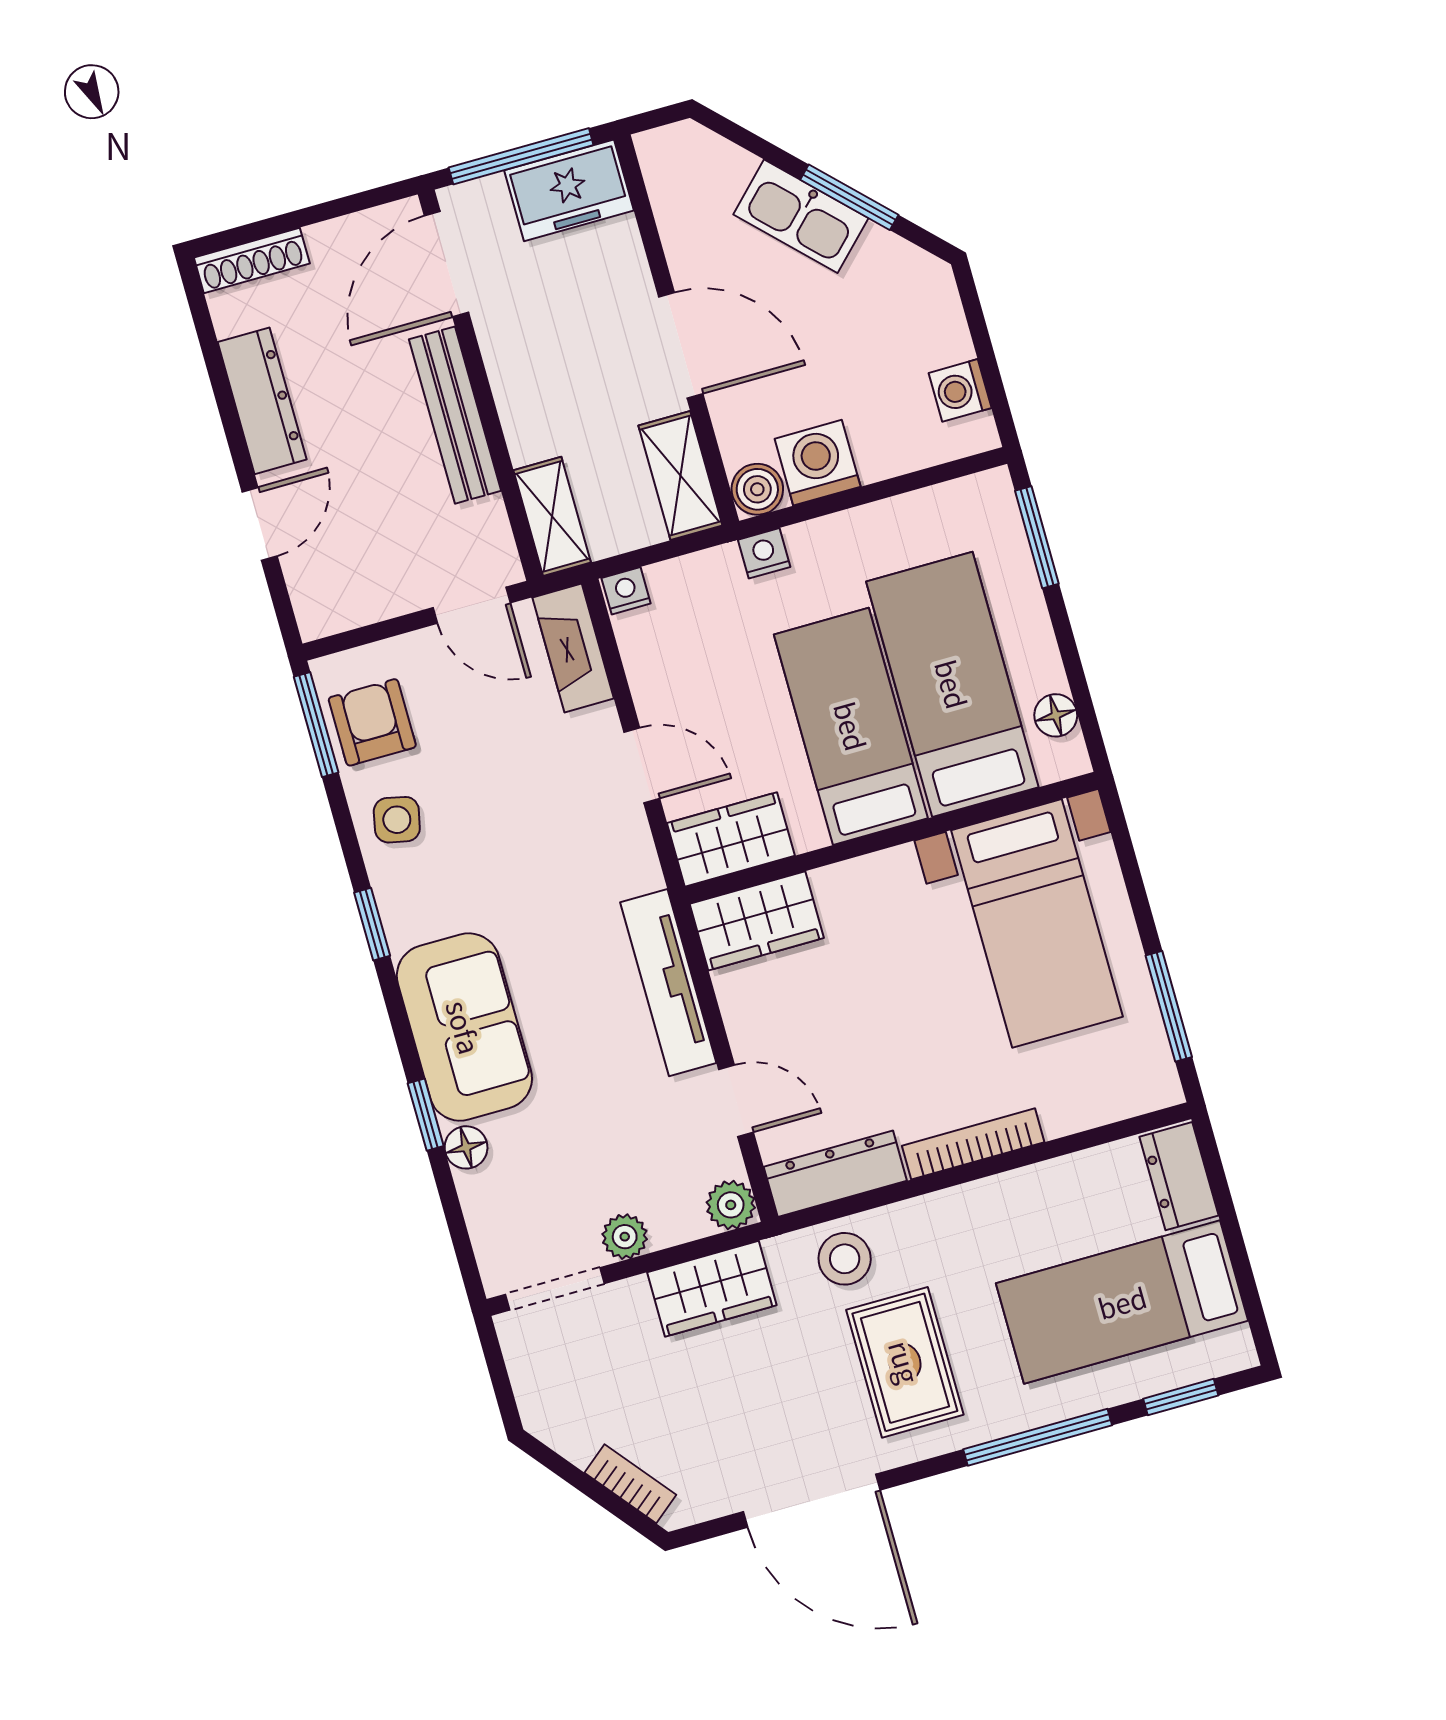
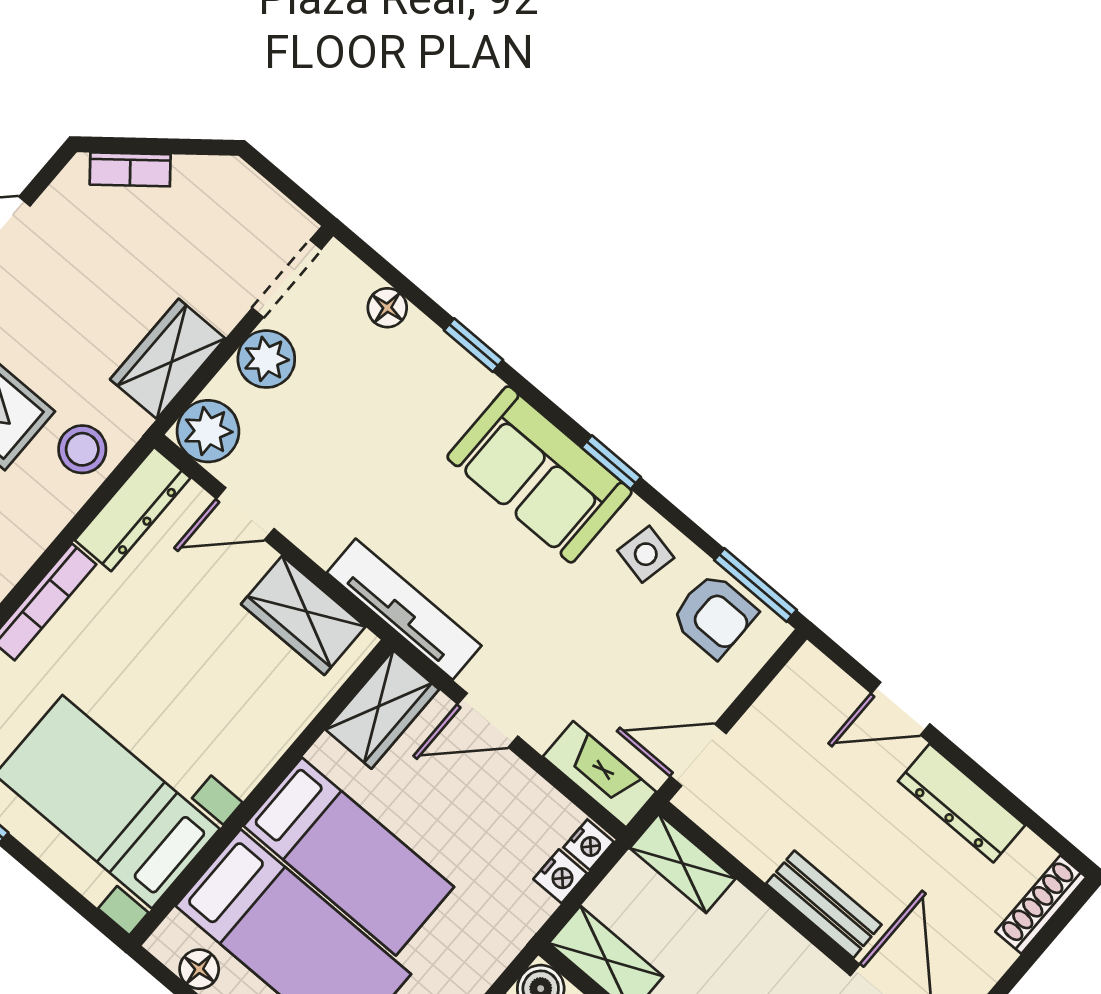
bench: (455, 415) -> (824, 904), width x0.73
door: (260, 524) -> (901, 709), hinge flipped
nightstand: (764, 553) -> (560, 876), moved
wardrobe: (757, 921) -> (303, 615), moved, turned -90
tv unit: (668, 983) -> (404, 609), moved
sofa: (464, 1027) -> (540, 474), moved
floor lamp: (466, 1147) -> (387, 308), moved
plant: (731, 1205) -> (208, 431), width x1.38, depth x1.38
plant: (625, 1237) -> (266, 359), width x1.38, depth x1.38

